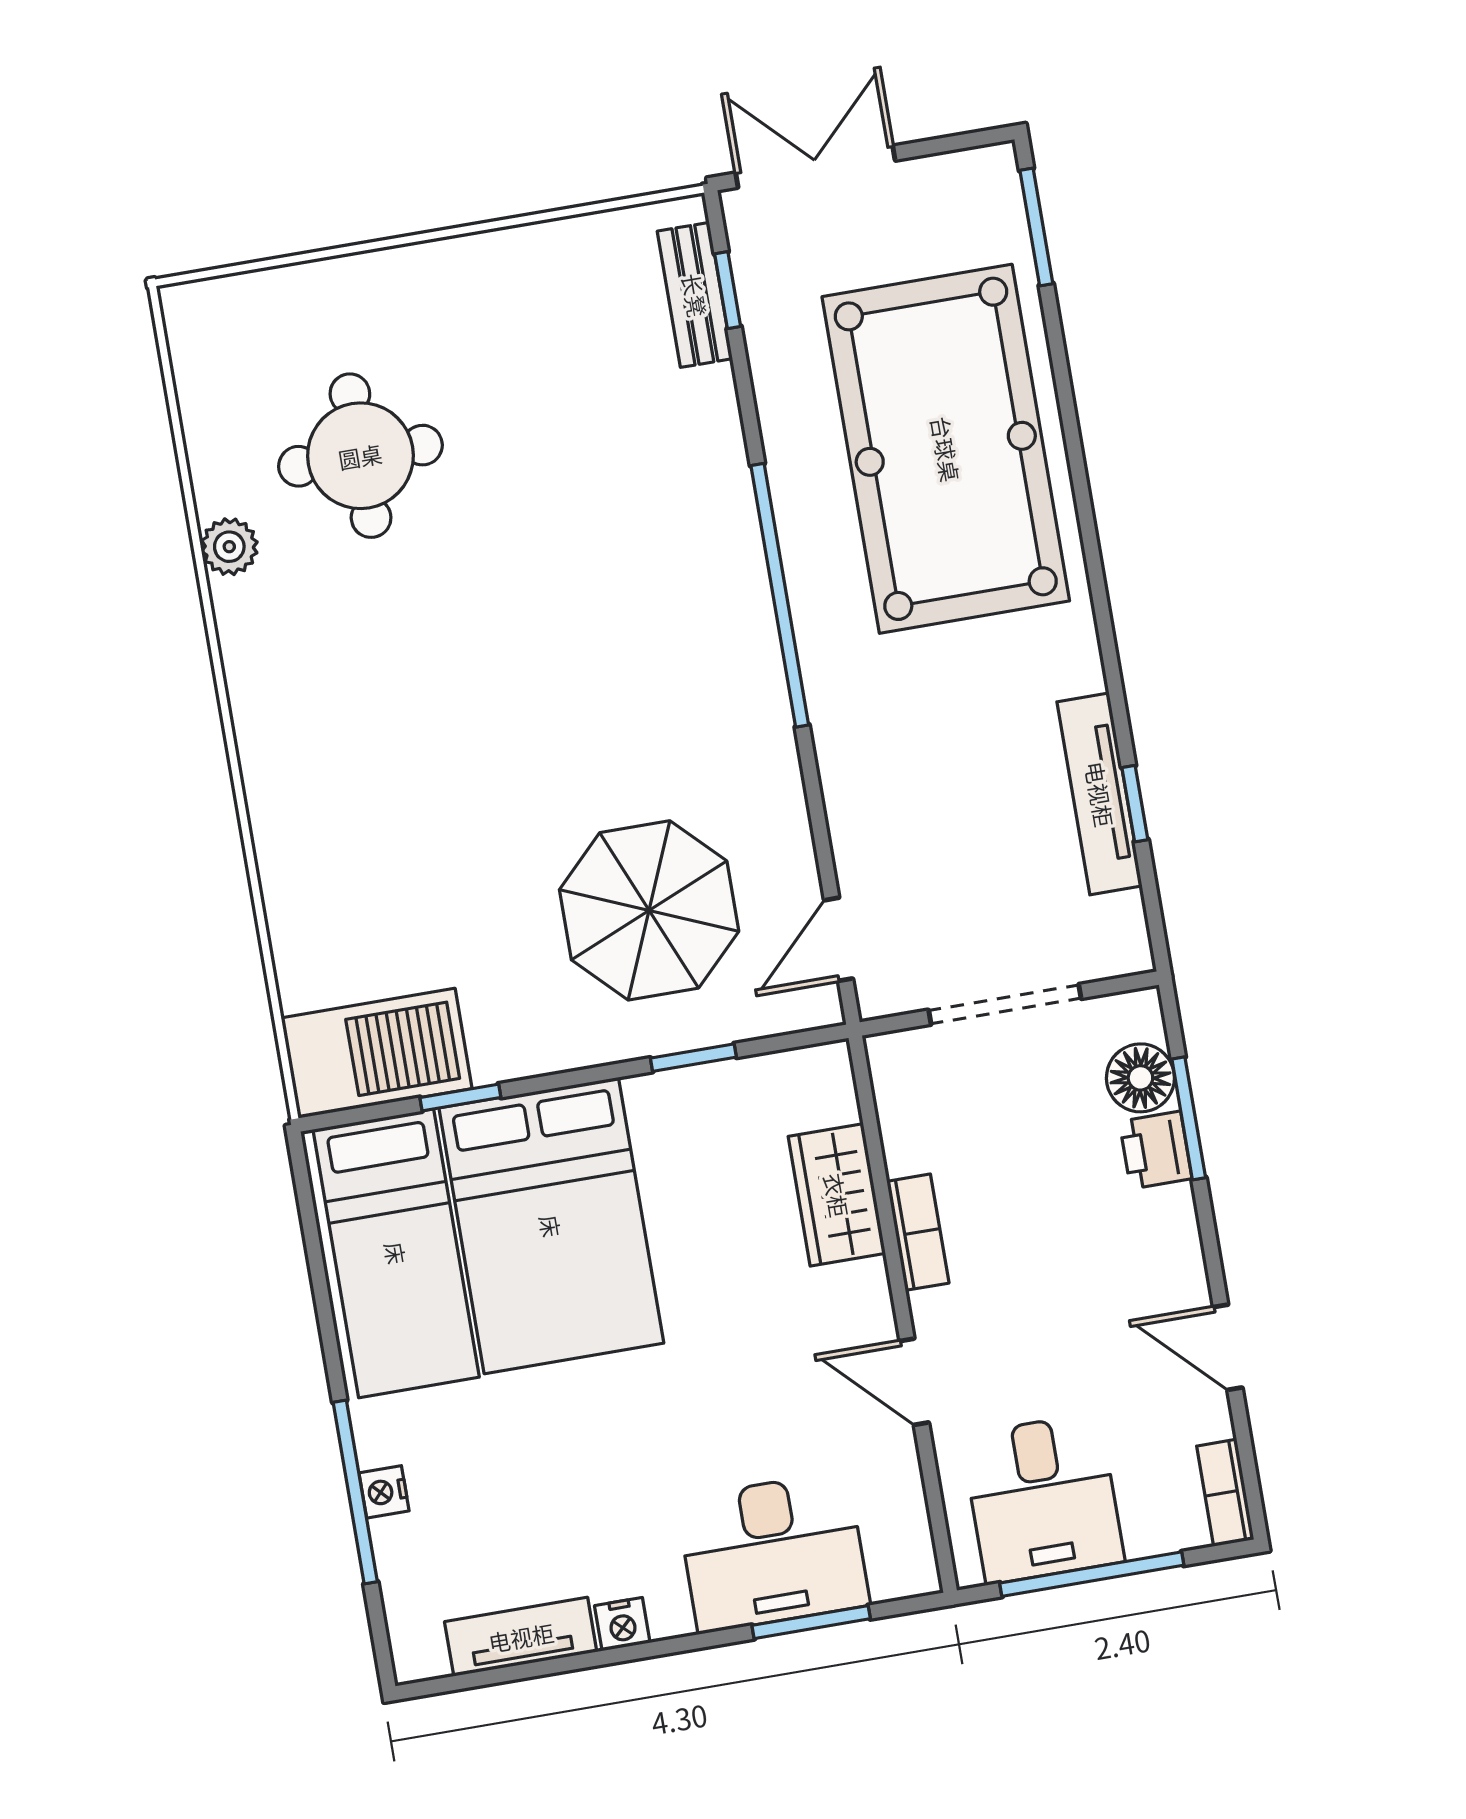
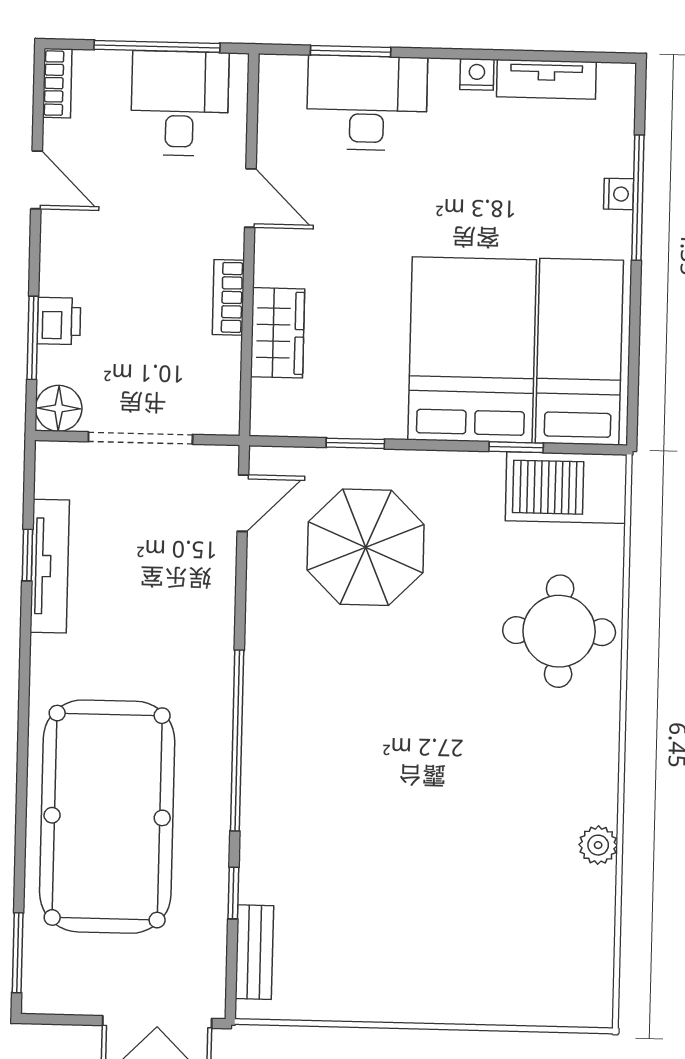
window: (728, 290) -> (233, 893), moved
round table: (360, 456) -> (559, 631), moved
floor lamp: (1140, 1078) -> (59, 408), moved

